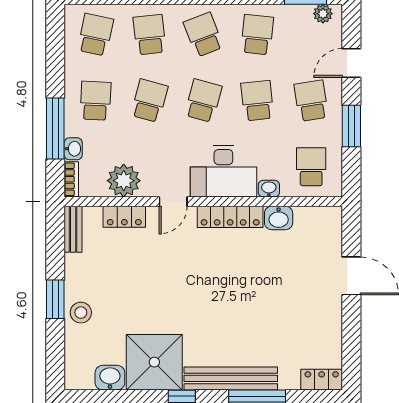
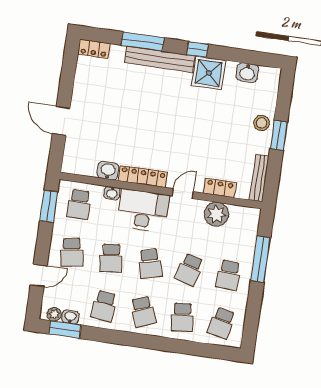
school desk: (203, 101) -> (150, 264), turned -30
window: (351, 126) -> (49, 206), moved
washbasin: (73, 149) -> (70, 317), moved, turned 90
bookcase: (71, 179) -> (254, 221), removed
bench: (73, 229) -> (259, 178), width x1.36
shower: (154, 362) -> (209, 73), width x0.73, depth x0.73

